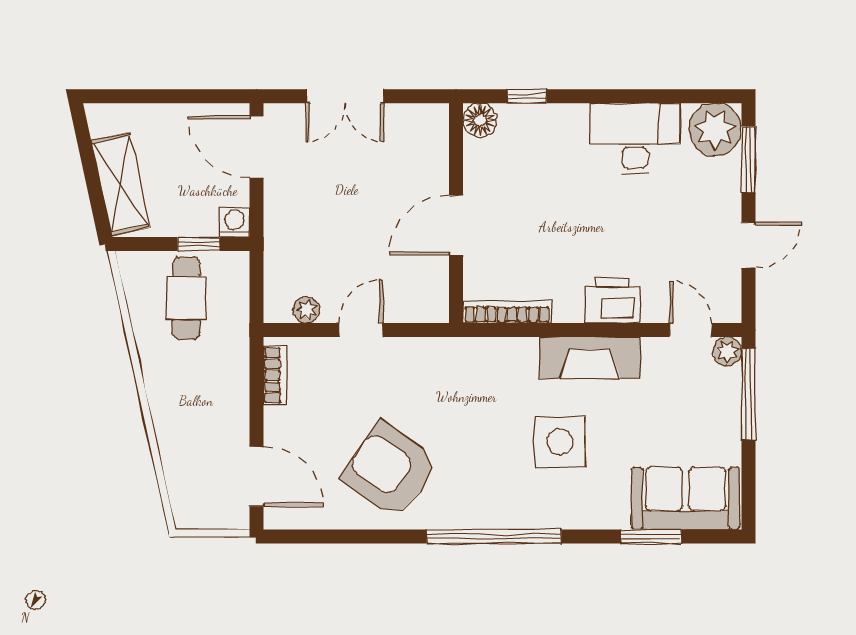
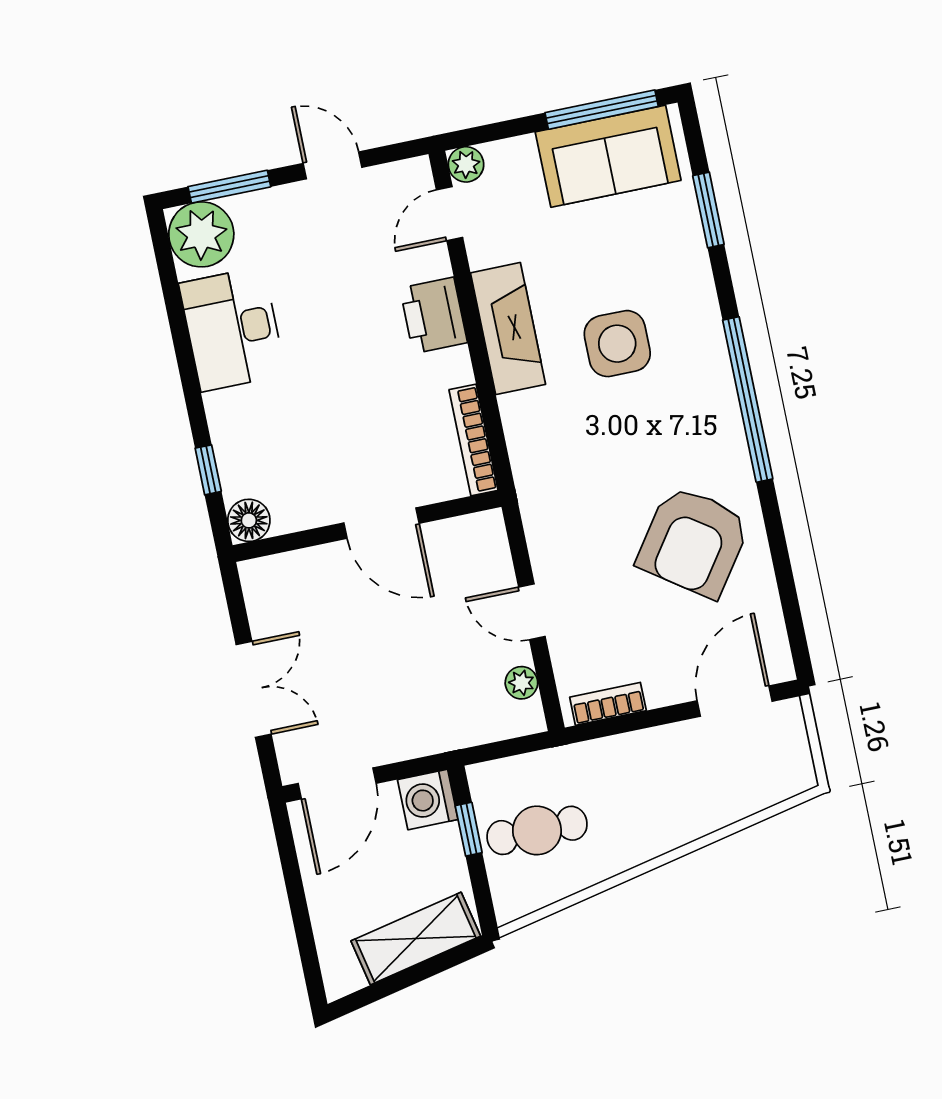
washing machine: (235, 222) -> (428, 800), width x1.38, depth x1.38
window: (748, 394) -> (602, 110), moved
sofa: (686, 498) -> (608, 156), moved, turned -90

